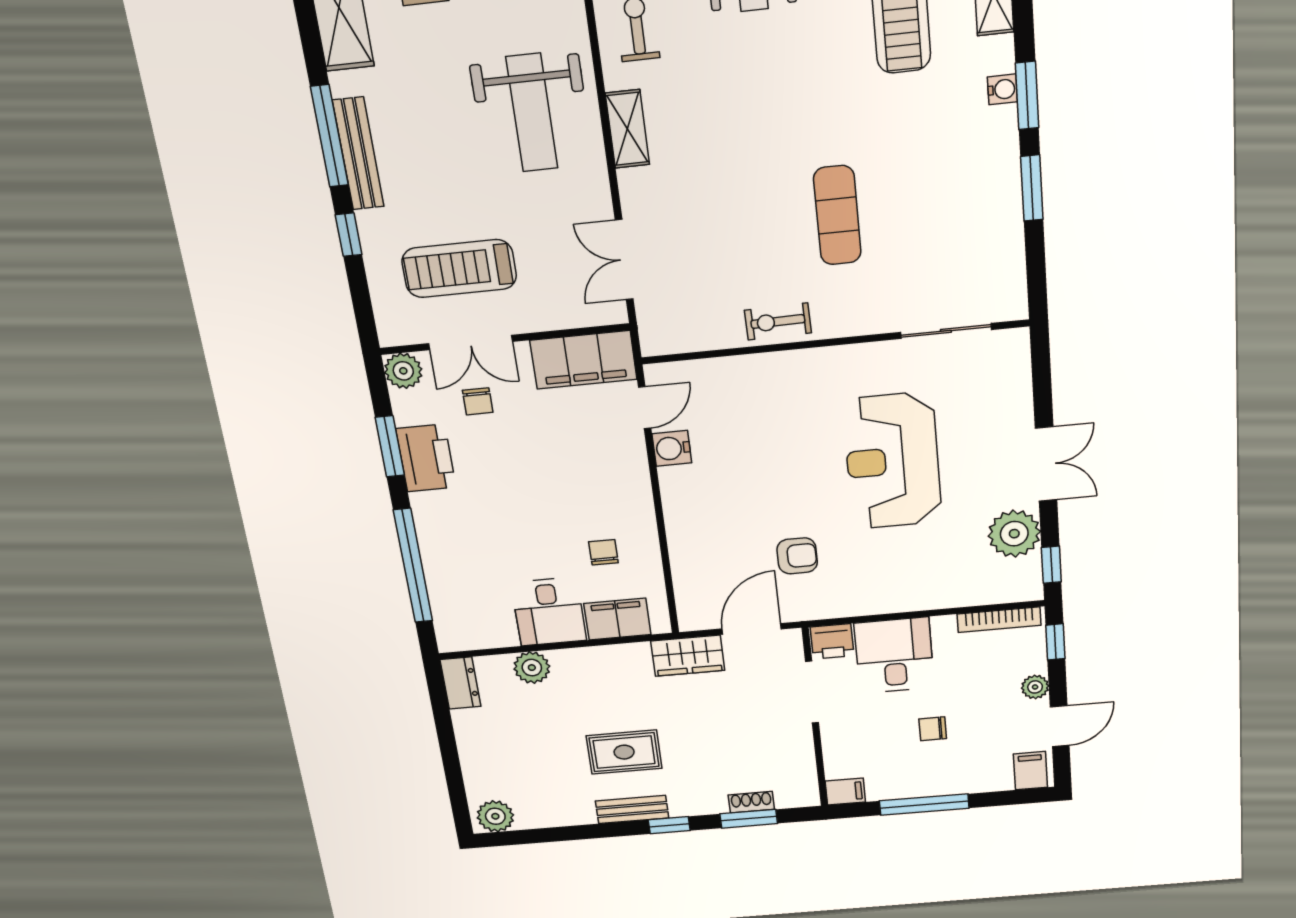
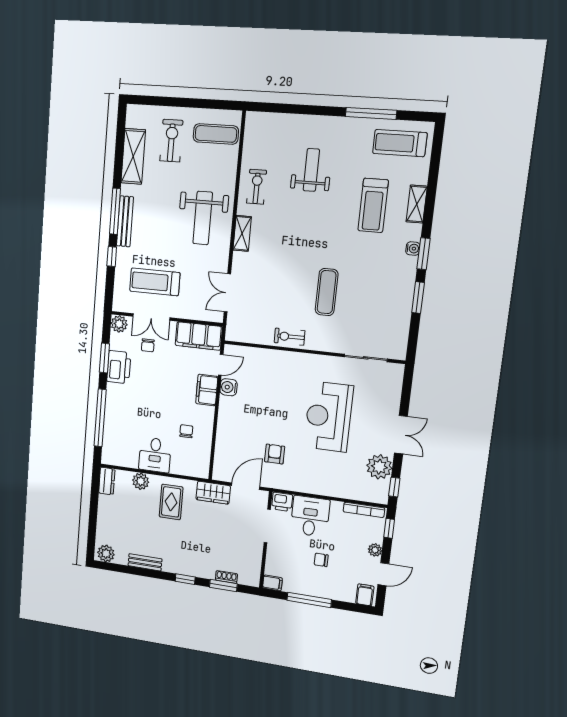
armchair: (797, 556) -> (275, 454), turned -90
filing cabinet: (617, 619) -> (207, 390), moved, turned -90
rug: (624, 752) -> (171, 502), moved, turned 90
bench: (632, 810) -> (145, 562), moved

